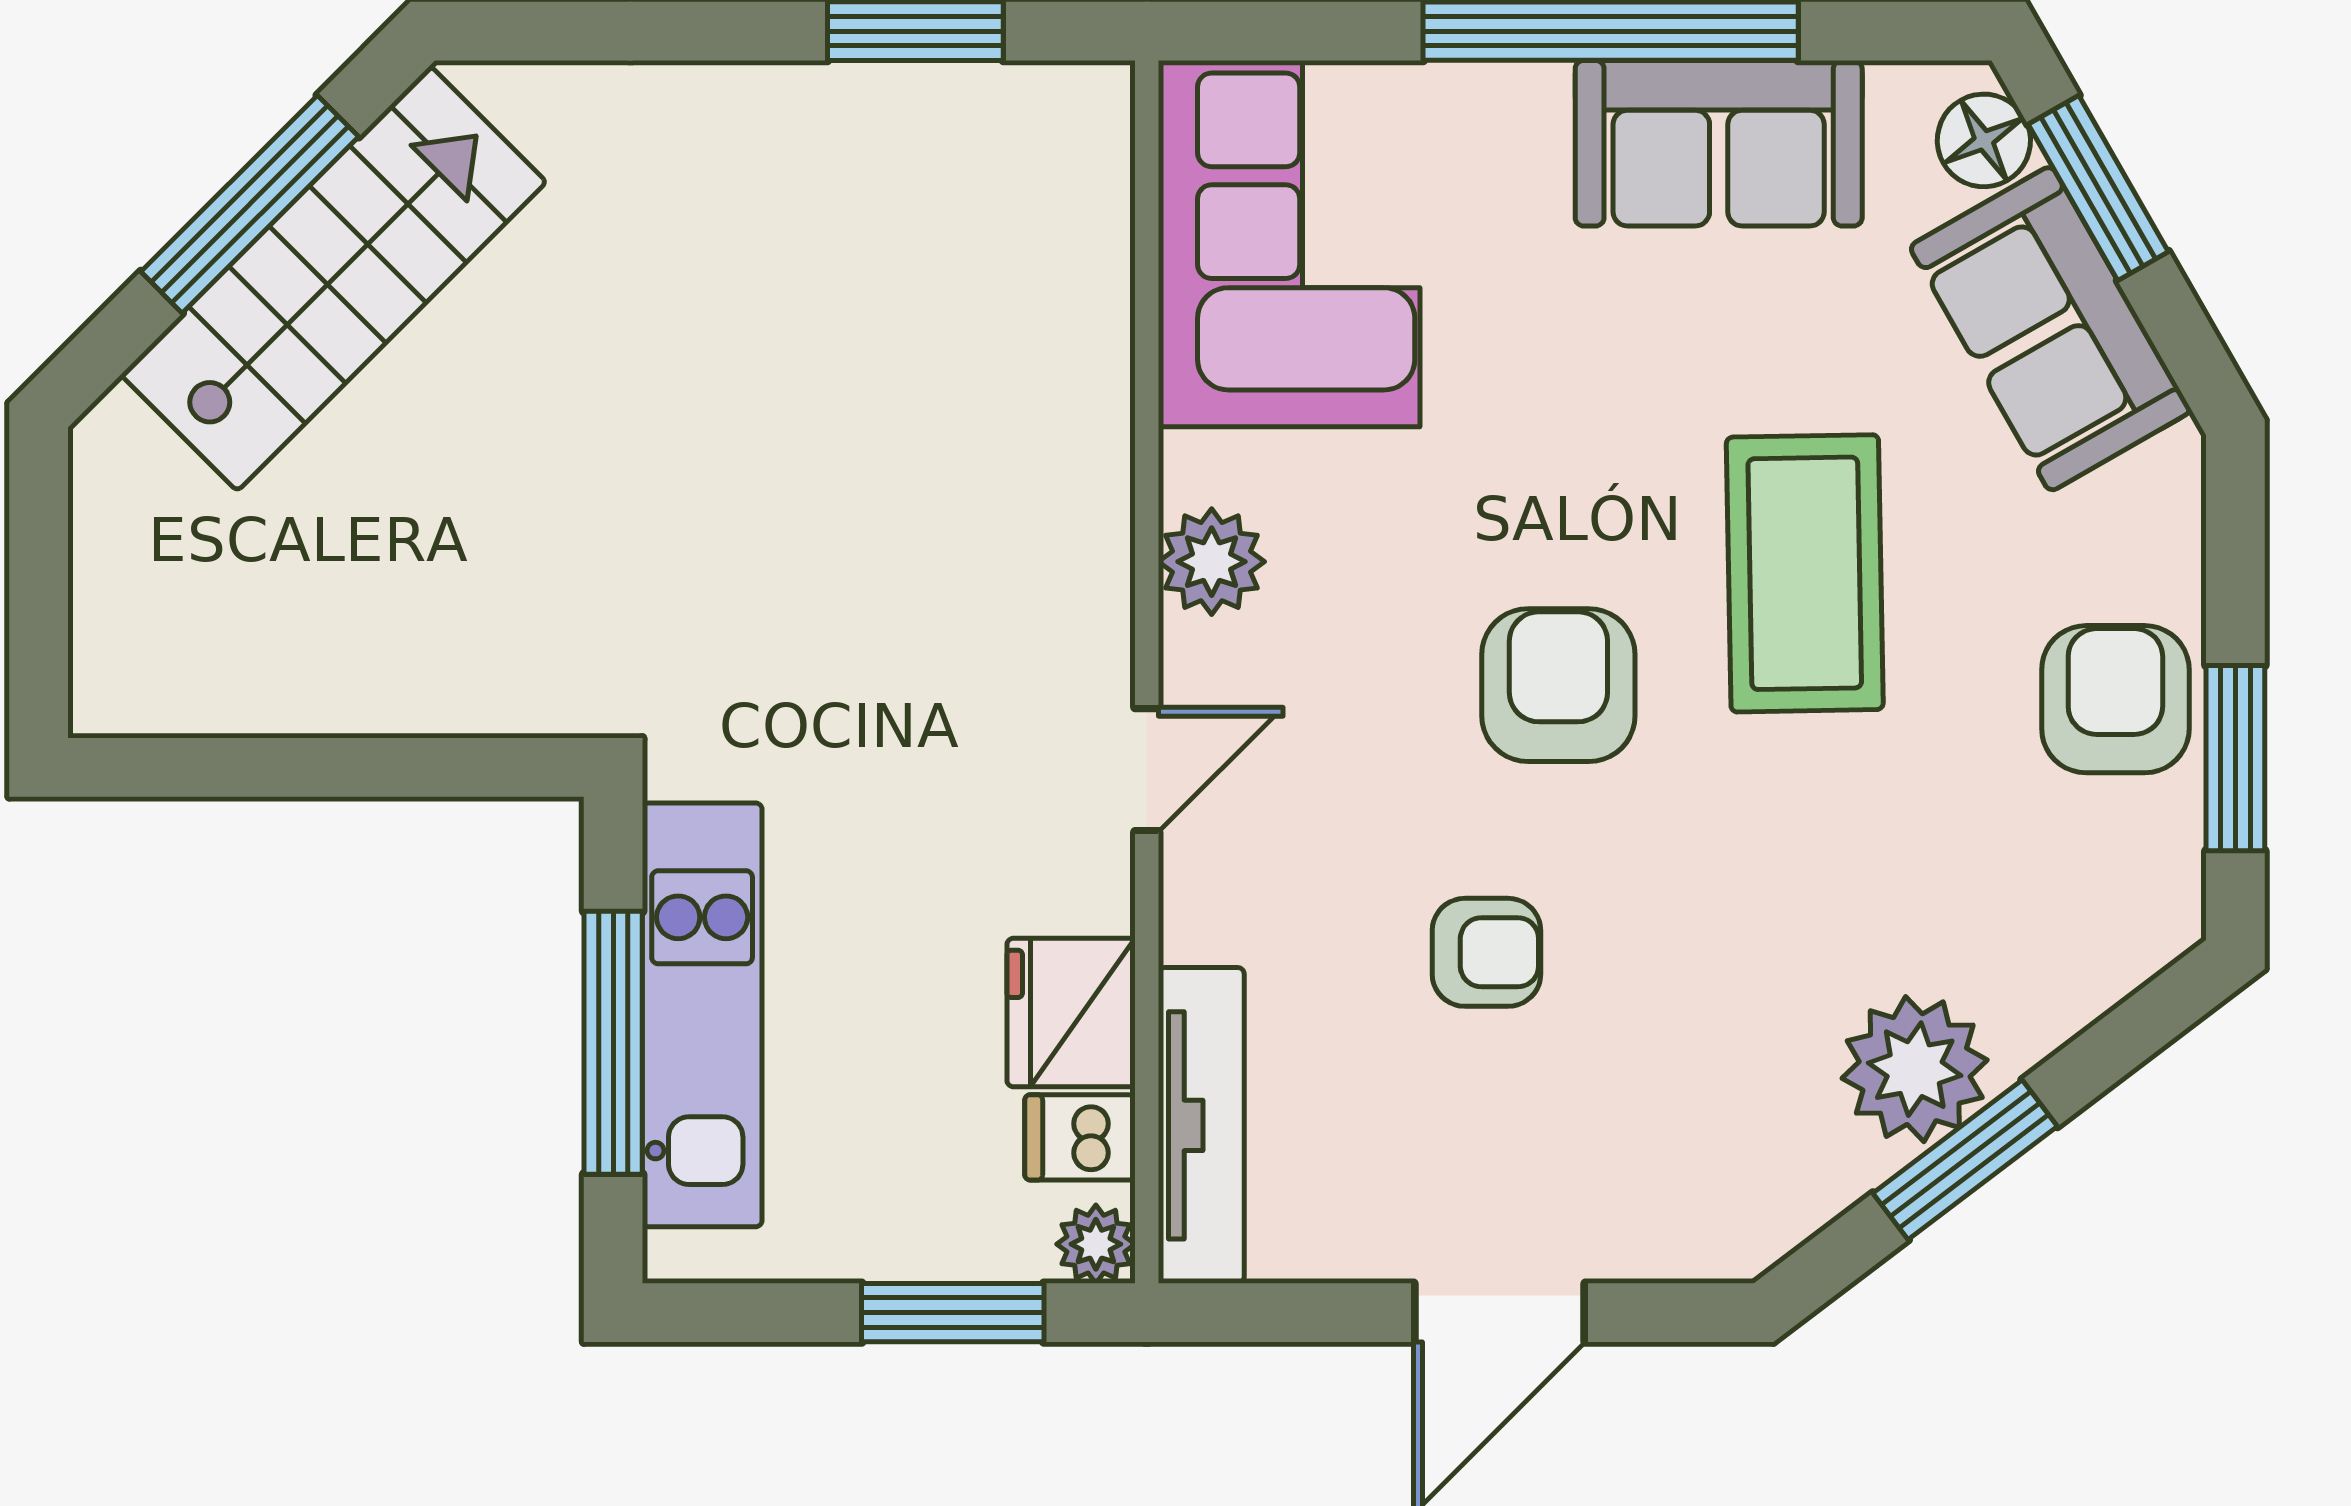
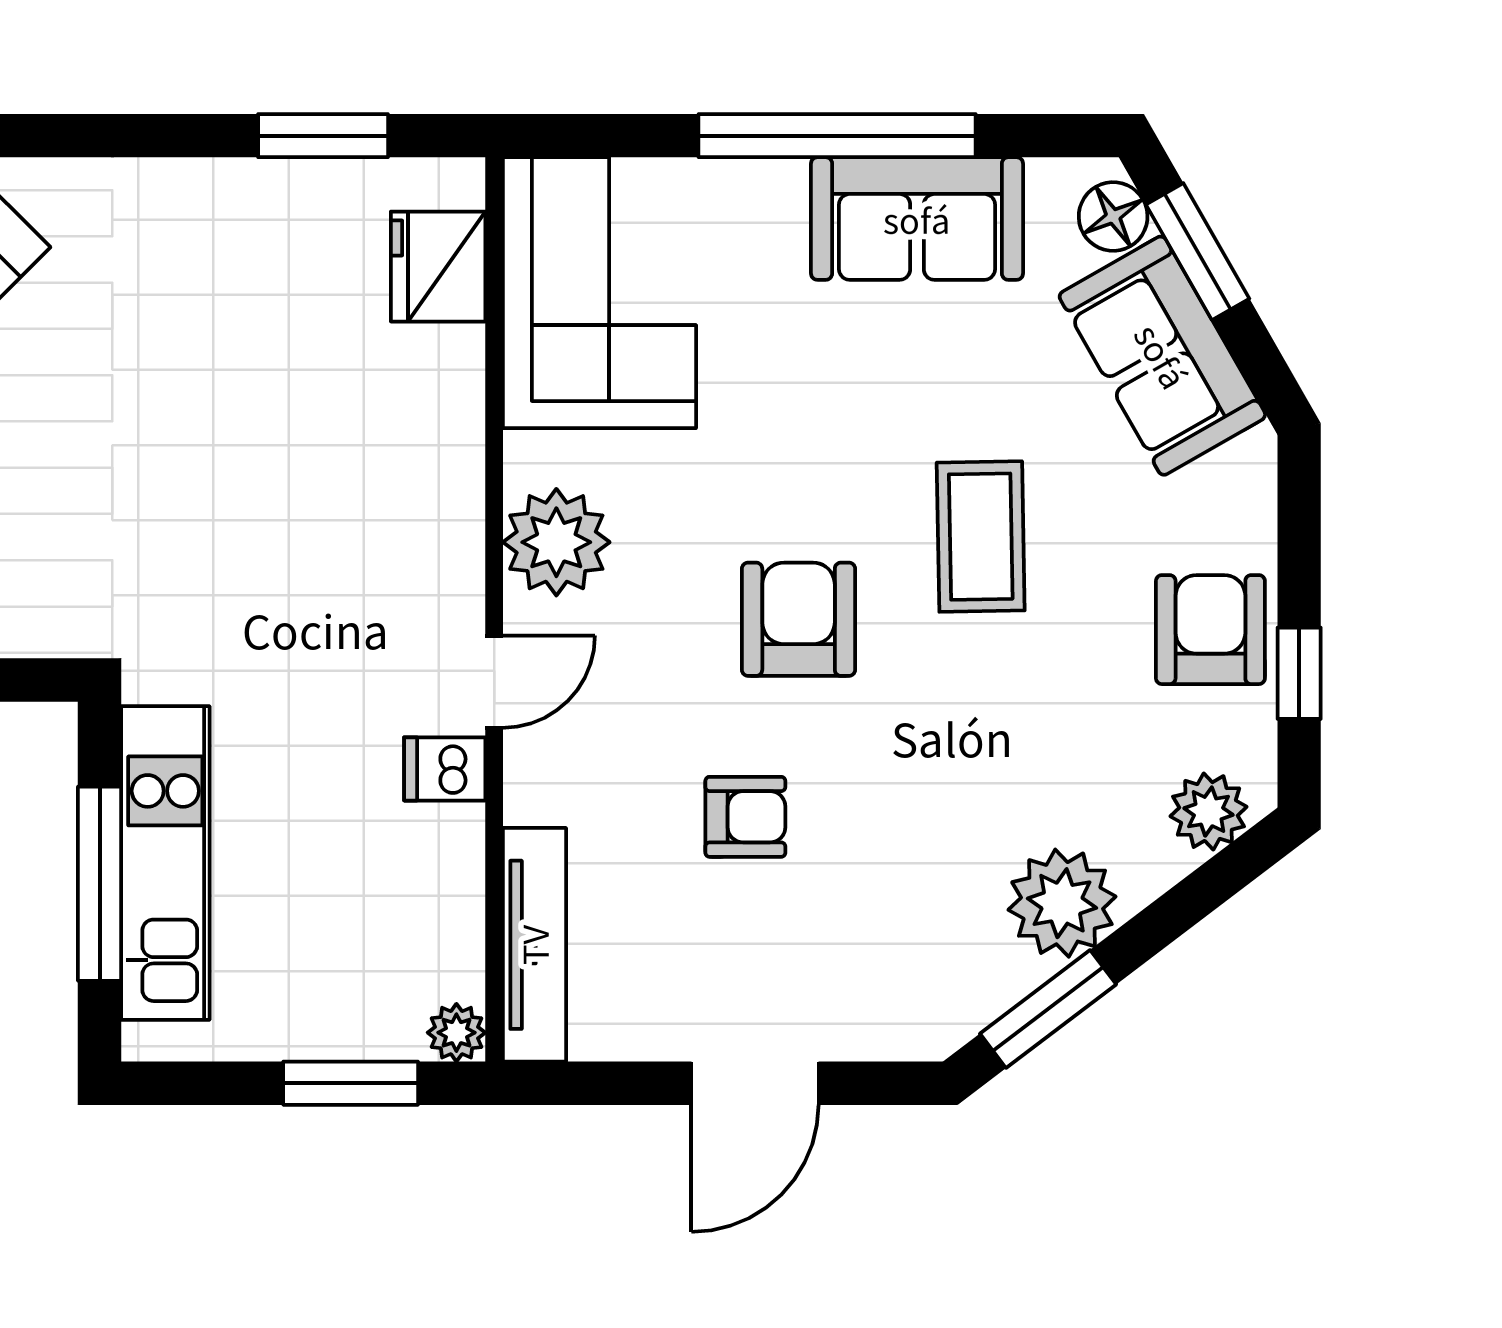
plant: (1212, 562) -> (556, 542), width x1.36, depth x1.36
coffee table: (1805, 573) -> (981, 537), width x0.73, depth x0.76
window: (2235, 758) -> (1299, 673), width x0.67
plant: (2113, 945) -> (1209, 812), added
fridge: (1071, 1013) -> (438, 267), moved
dishwasher: (1080, 1137) -> (445, 769), moved
window: (1965, 1160) -> (1048, 1009), moved

